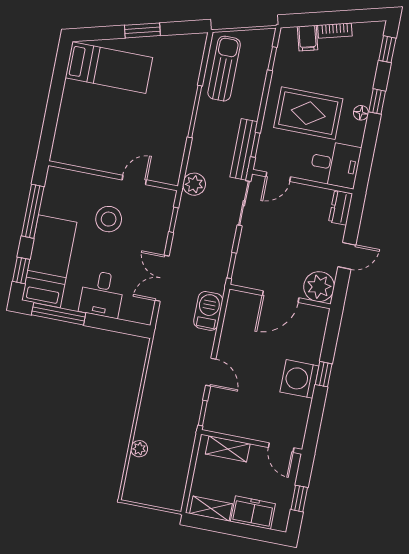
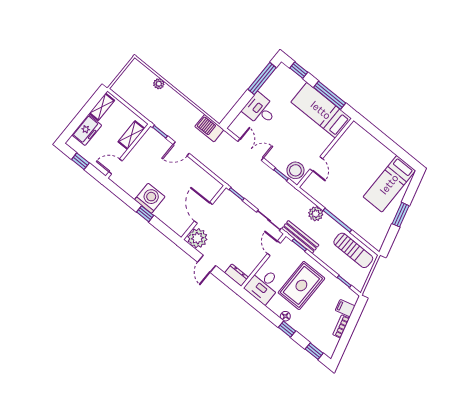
plant: (194, 184) -> (316, 214), moved
stool: (109, 219) -> (295, 170), moved
bed: (49, 261) -> (321, 110), moved, turned 180
barbecue: (208, 311) -> (209, 128), moved, turned 180

